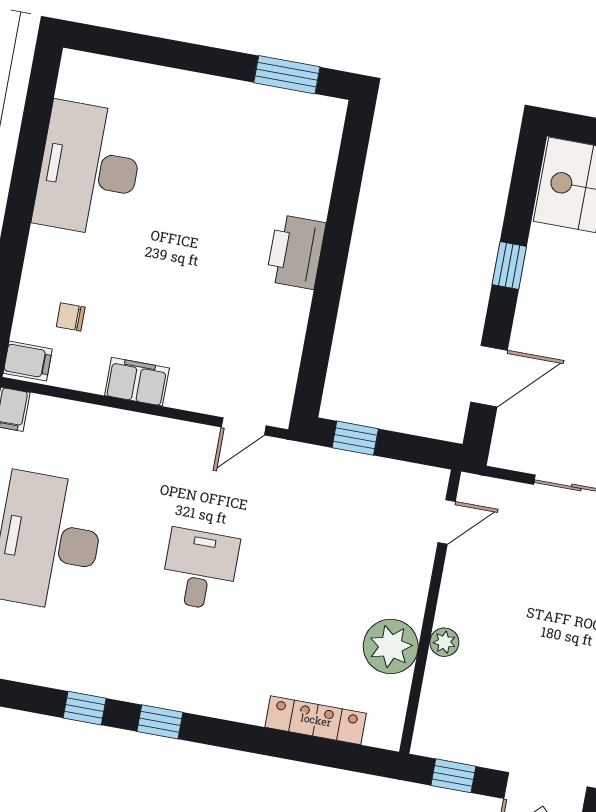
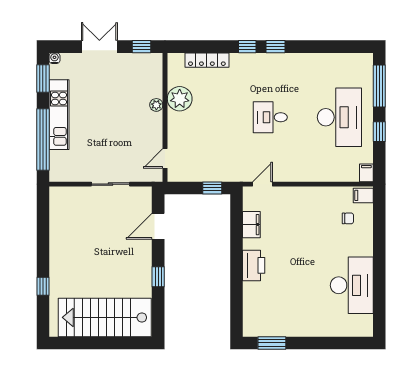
filing cabinet: (137, 382) -> (251, 225), moved, turned -90
desk: (200, 569) -> (270, 117), turned 90
window: (85, 708) -> (247, 47), moved

